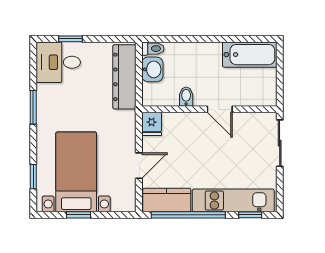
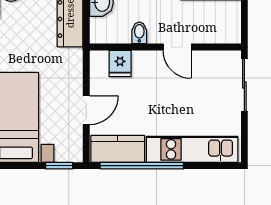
fridge: (152, 124) -> (120, 63), moved
window: (79, 215) -> (59, 166), moved
window: (250, 215) -> (211, 166), removed

